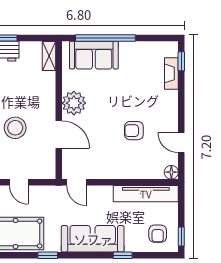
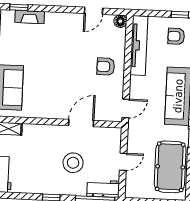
plant: (74, 103) -> (53, 108), removed
armchair: (134, 131) -> (106, 67), moved, turned 90
armchair: (158, 234) -> (176, 36), turned 180

